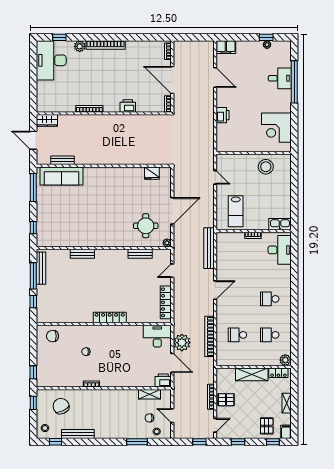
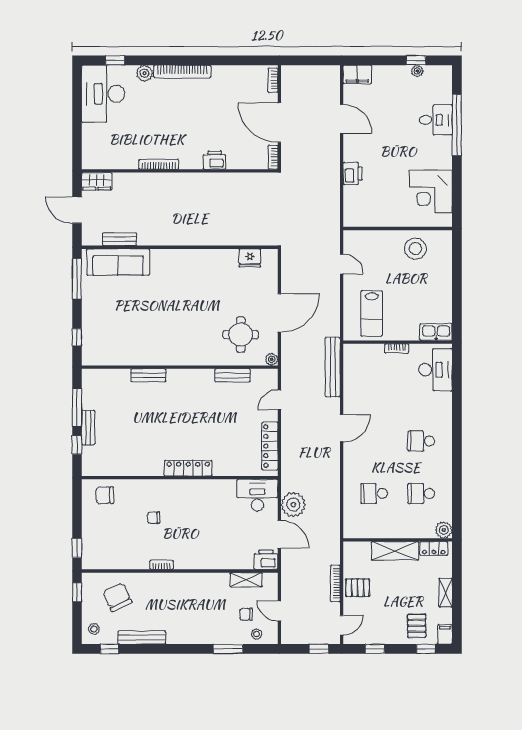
bench: (41, 268) -> (88, 428), moved, width x0.73
bookcase: (209, 336) -> (333, 496), removed

